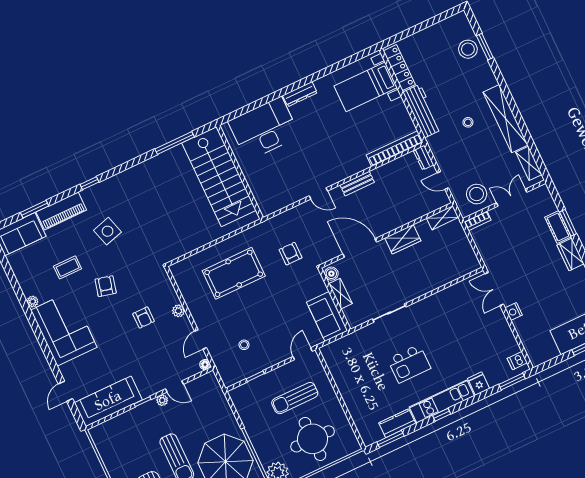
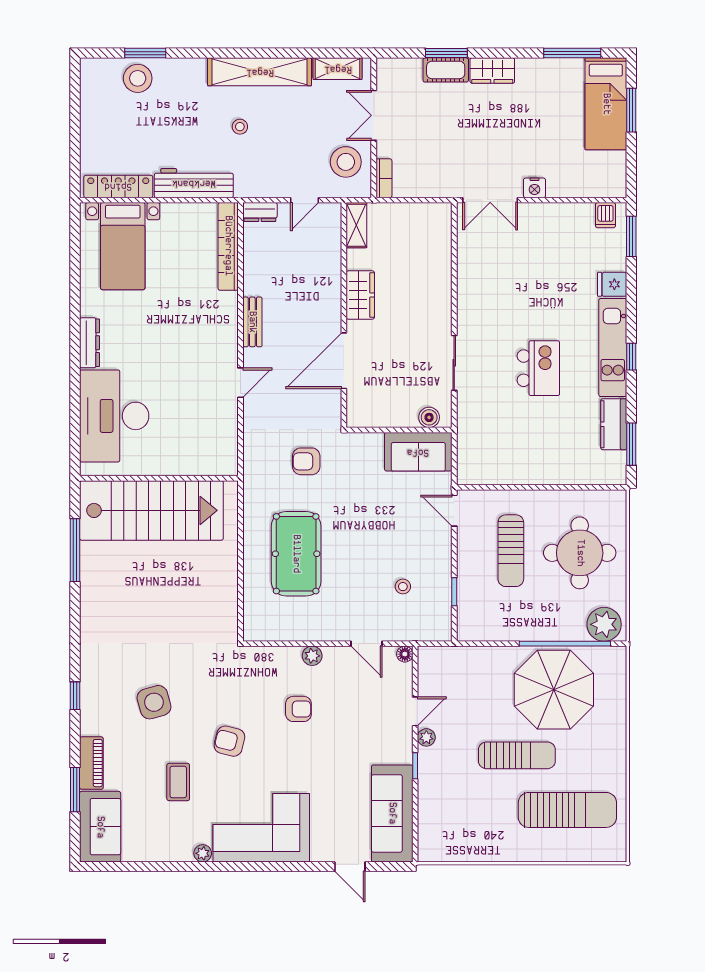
piano: (61, 211) -> (91, 763), width x0.73, depth x0.75
boiler: (331, 274) -> (429, 417), moved
shelving: (341, 294) -> (395, 418), removed

